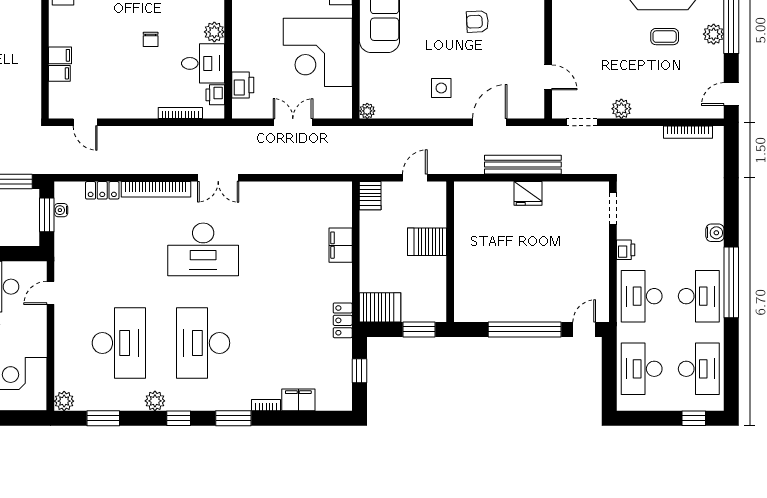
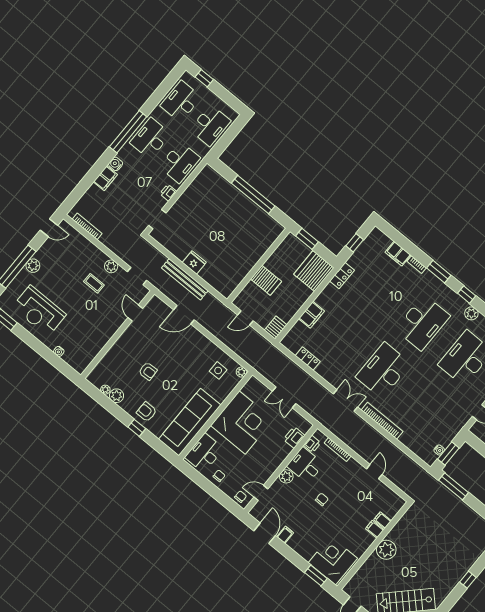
coffee table: (665, 37) -> (94, 283), moved
plant: (27, 43) -> (386, 550), added
side table: (441, 88) -> (218, 370), moved
door: (85, 122) -> (374, 472), moved
locker: (102, 190) -> (308, 359), moved
filing cabinet: (713, 206) -> (105, 178), added
desk: (203, 249) -> (383, 370), turned -90
server rack: (380, 307) -> (314, 271), width x1.60
door: (584, 329) -> (223, 170), removed

